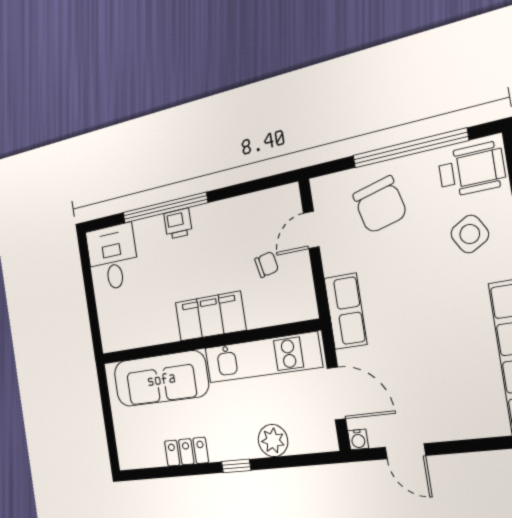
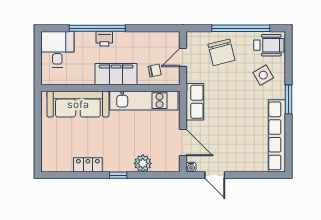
filing cabinet: (210, 316) -> (116, 74), moved
wall: (205, 343) -> (110, 88), moved
kitchen unit: (262, 358) -> (144, 101), moved
sofa: (161, 379) -> (78, 104), moved

